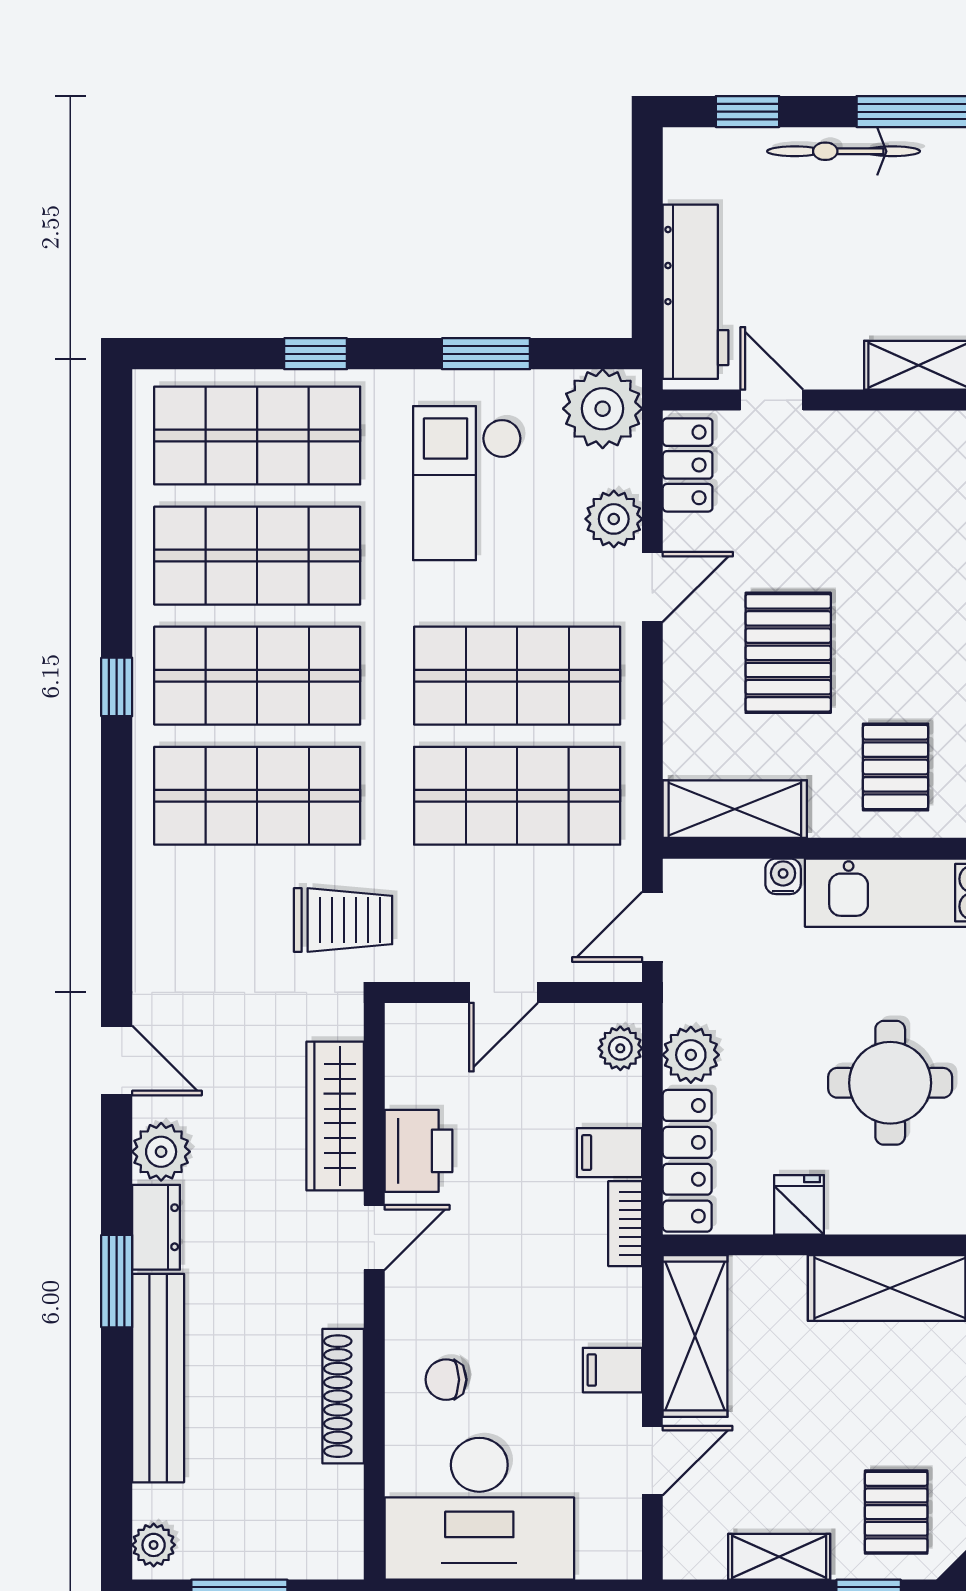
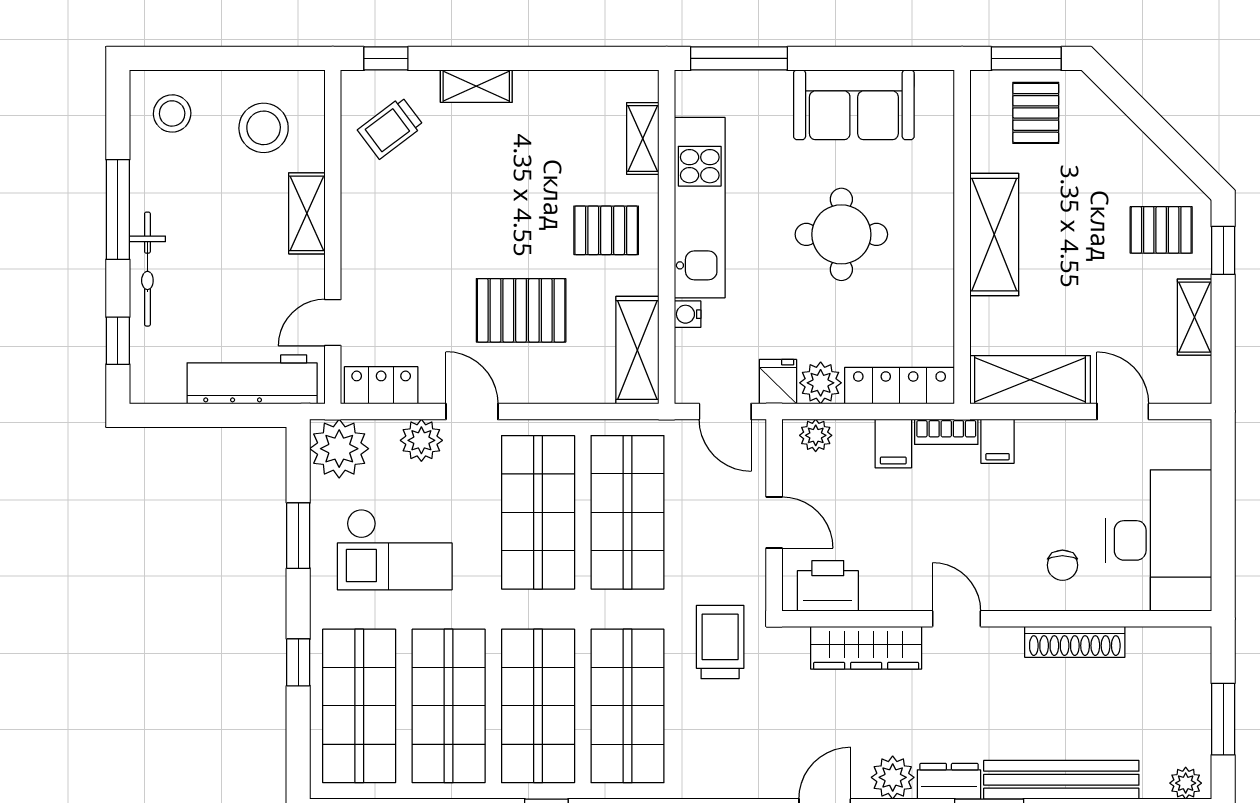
printer: (418, 1151) -> (828, 586), moved
fridge: (799, 1205) -> (778, 382), moved, turned 90
filing cabinet: (612, 1370) -> (998, 441), moved

